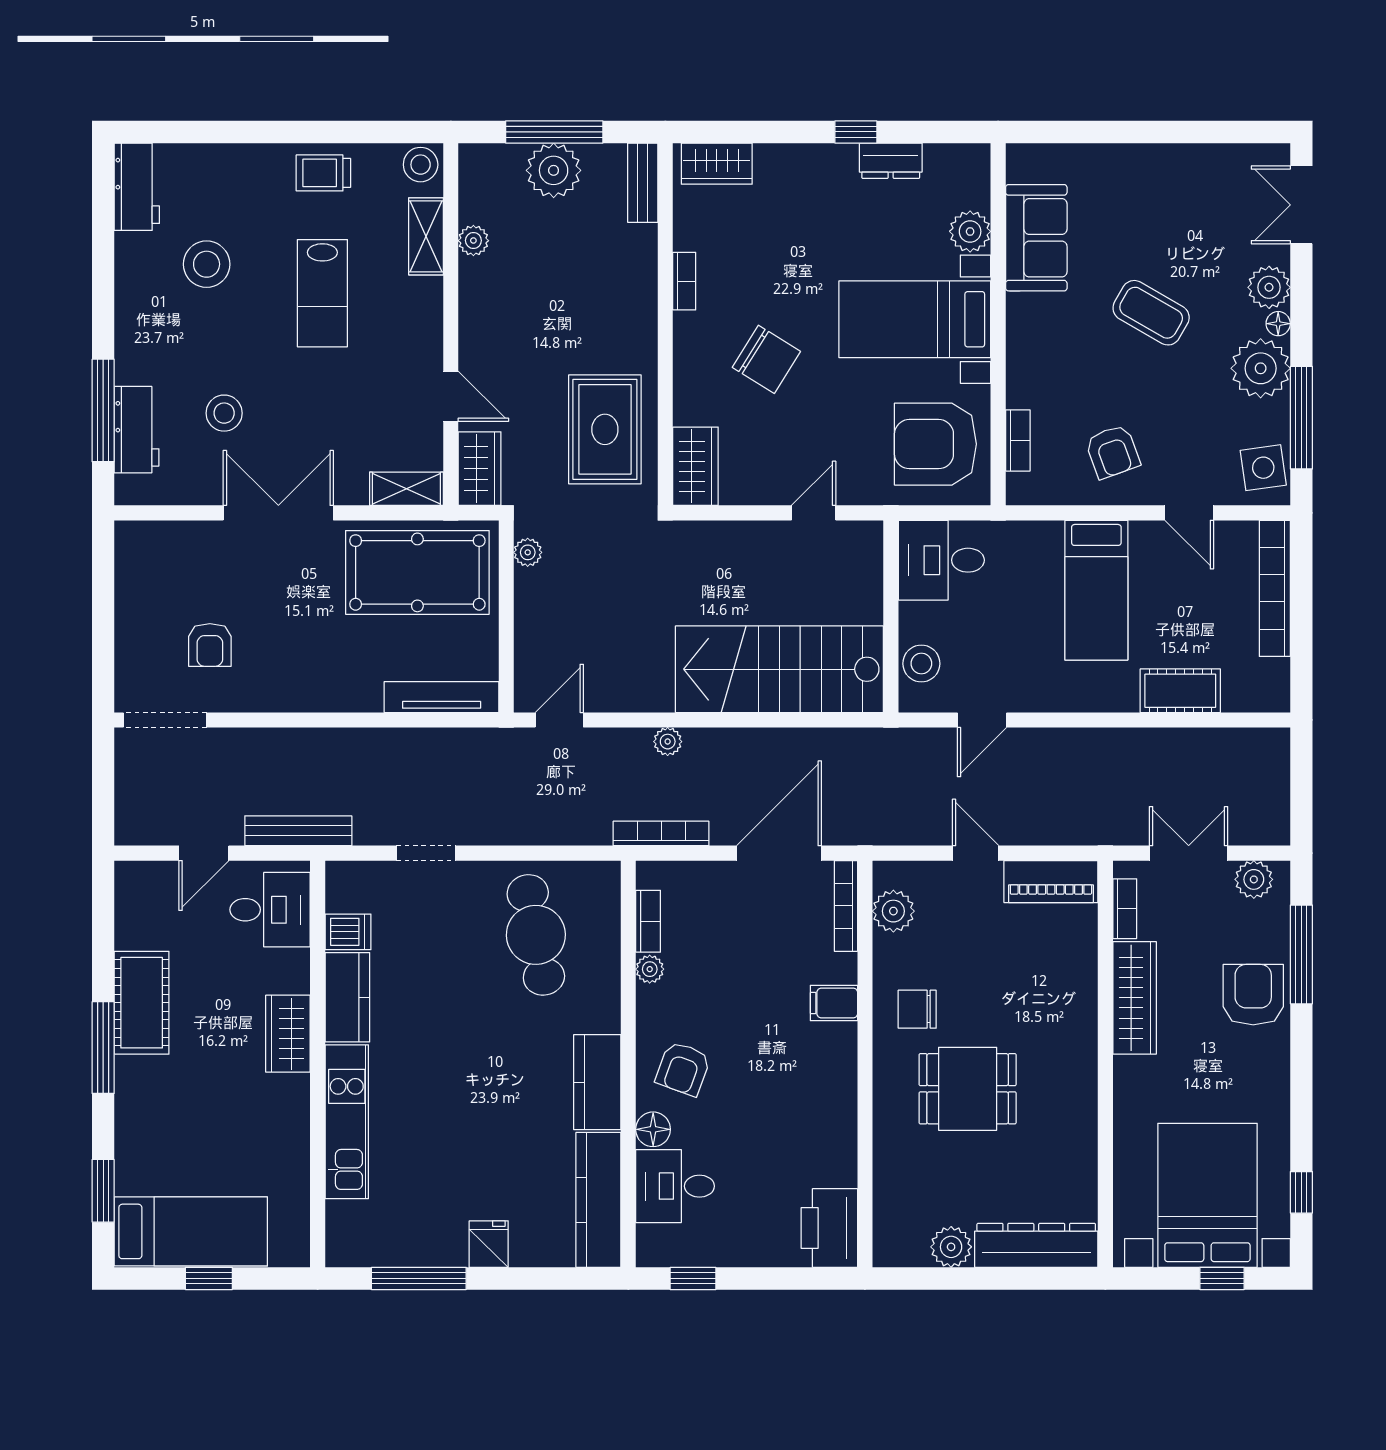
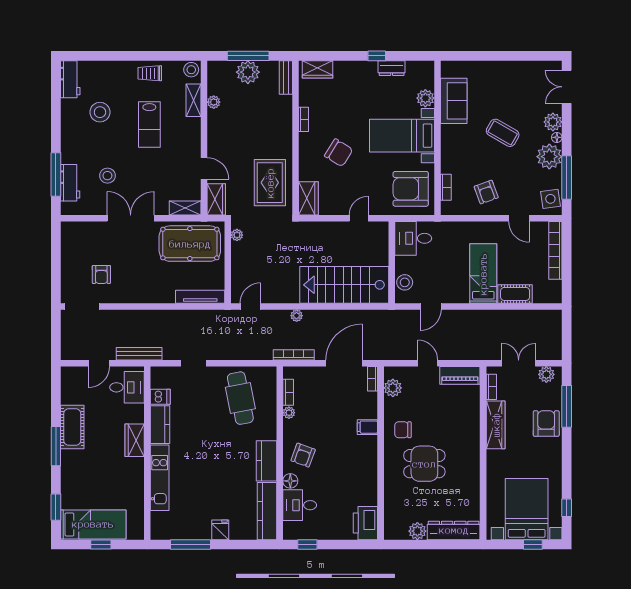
bed: (1096, 590) -> (483, 274), moved, turned 180
bookcase: (846, 906) -> (373, 379), width x0.64

